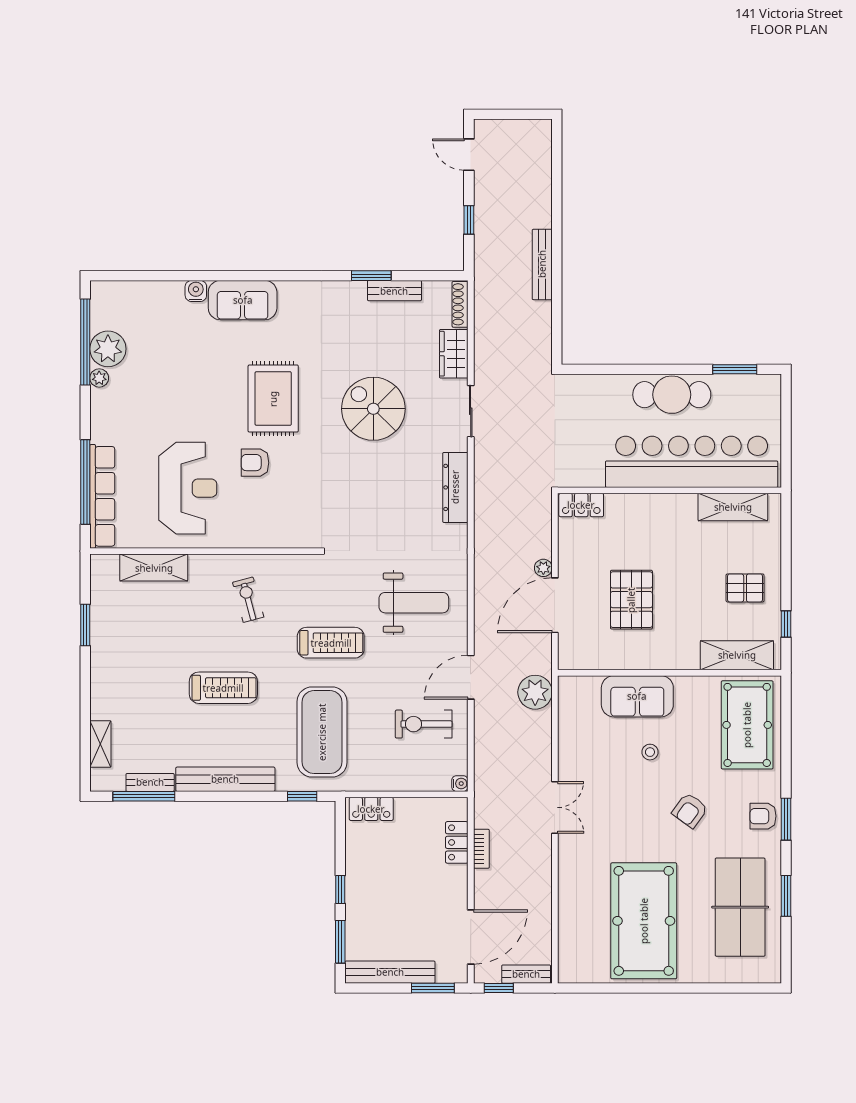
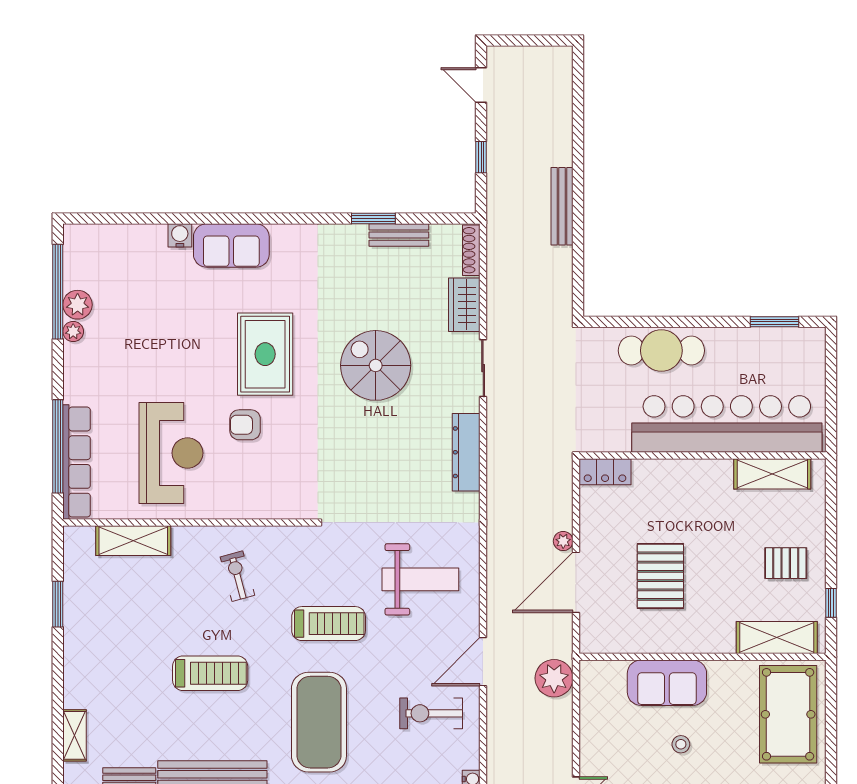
plant: (108, 349) -> (78, 305), width x0.73, depth x0.73
cafe table: (672, 395) -> (661, 351), moved

